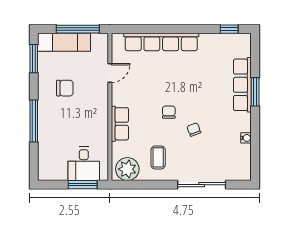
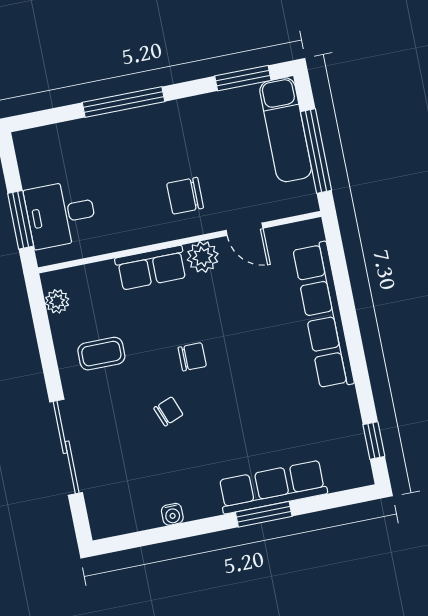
chair: (65, 88) -> (185, 196), moved, turned 90
plant: (120, 97) -> (203, 257), added
plant: (127, 169) -> (57, 301), width x0.53, depth x0.53

